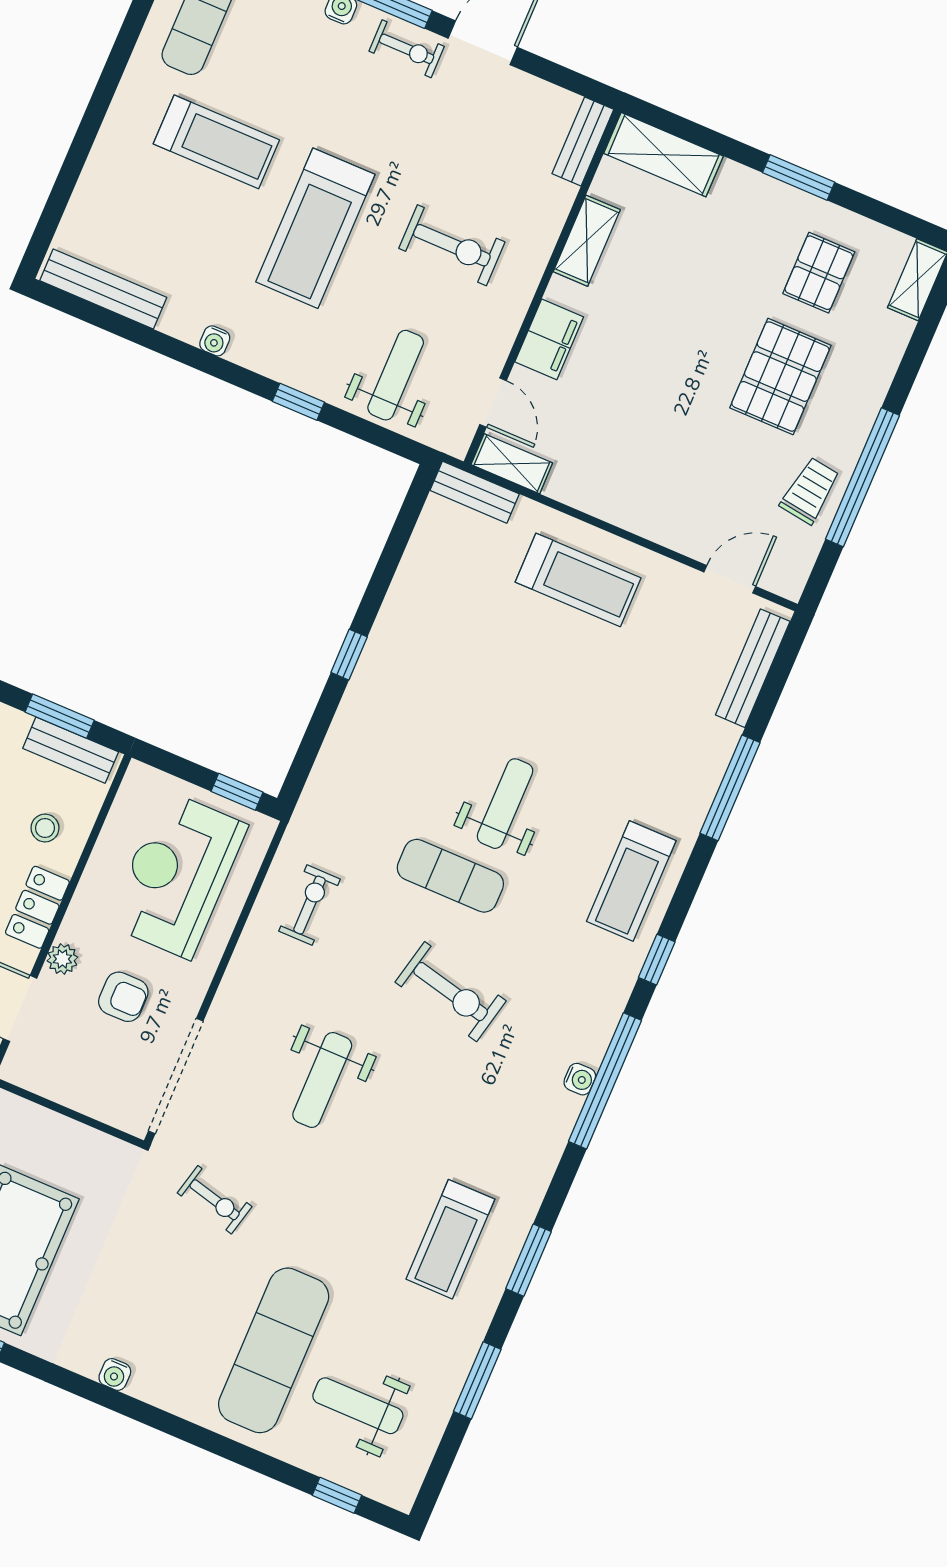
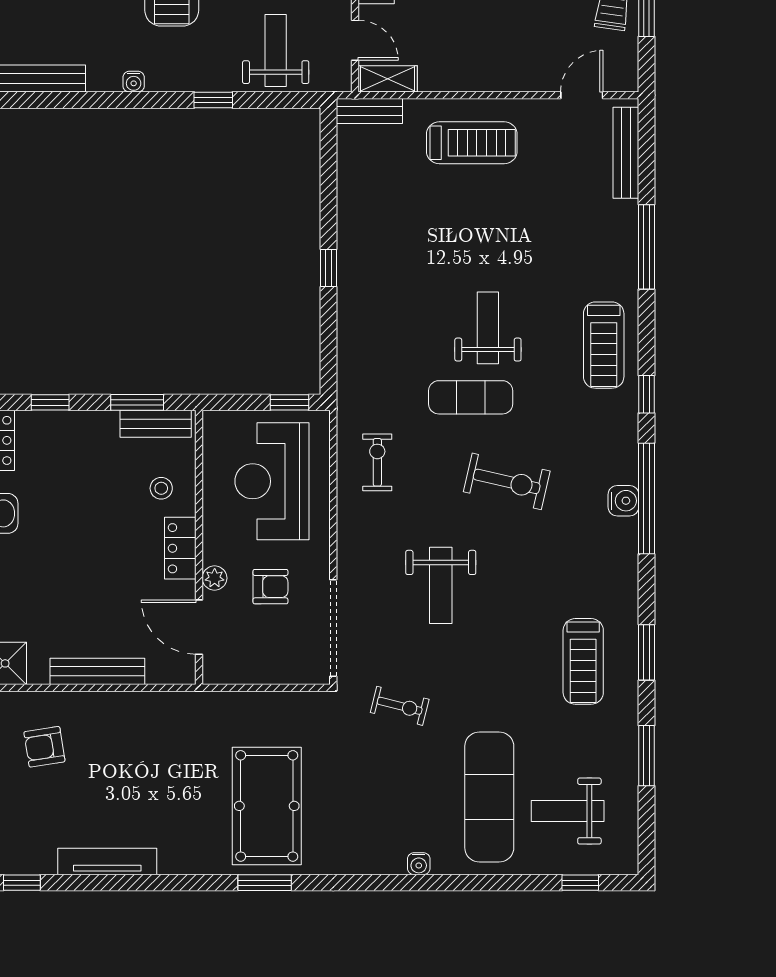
water cooler: (580, 1079) -> (623, 501), width x1.38, depth x1.38
water cooler: (115, 1374) -> (419, 864), moved

